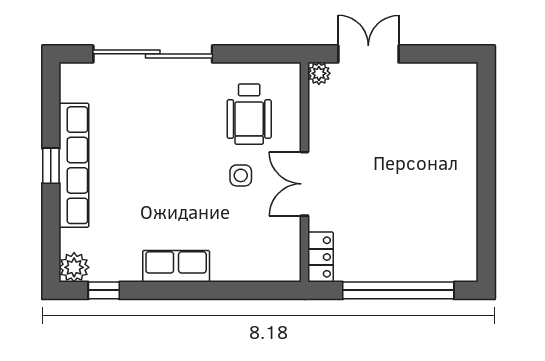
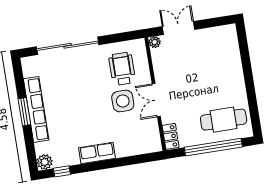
wheelchair: (249, 114) -> (122, 69), turned 180
window: (51, 166) -> (24, 112), width x1.50
side table: (241, 175) -> (123, 101), width x1.87, depth x1.87
cafe table: (426, 241) -> (224, 120), added

